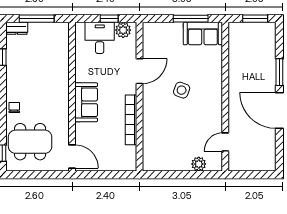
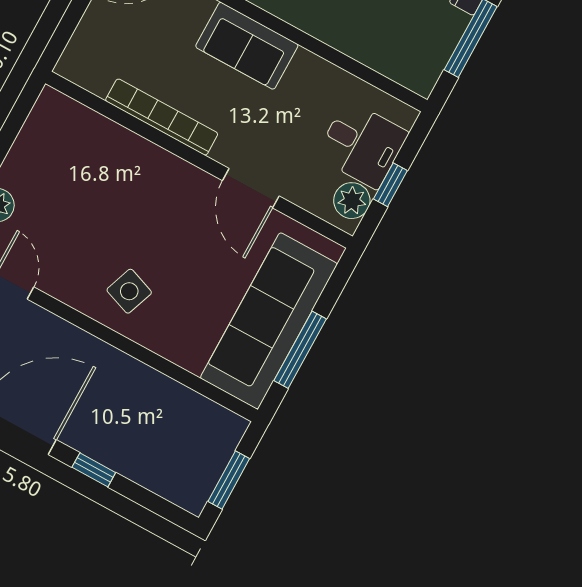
sofa: (203, 34) -> (269, 321), width x1.85, depth x1.27
window: (279, 72) -> (94, 470), width x0.67
side table: (182, 90) -> (129, 291), moved

